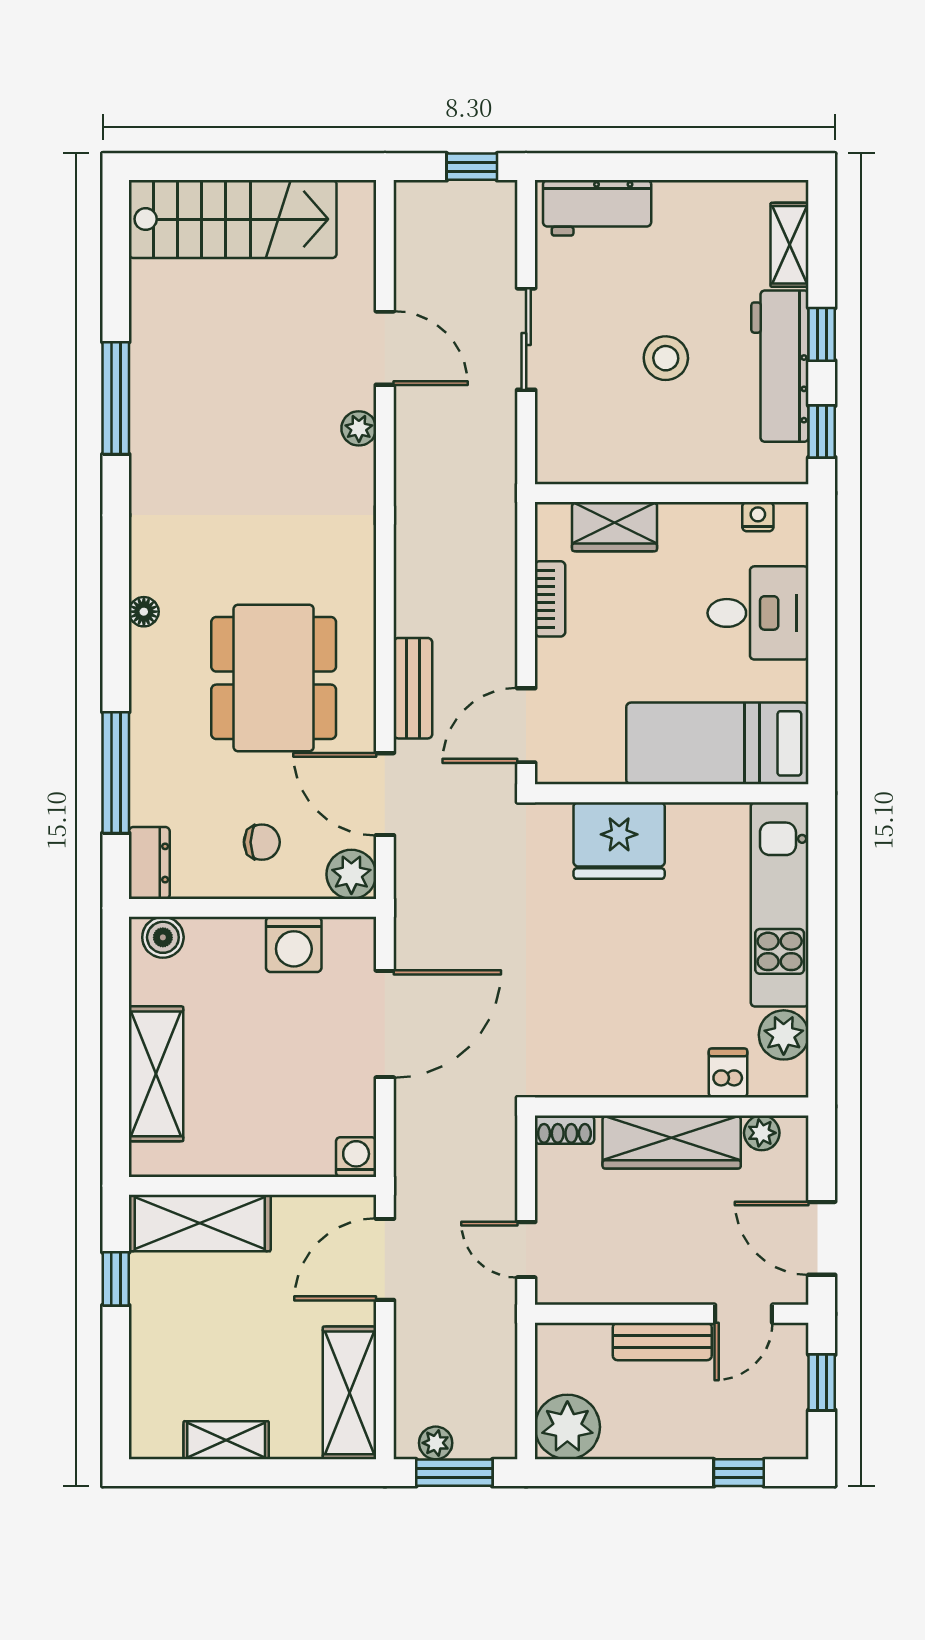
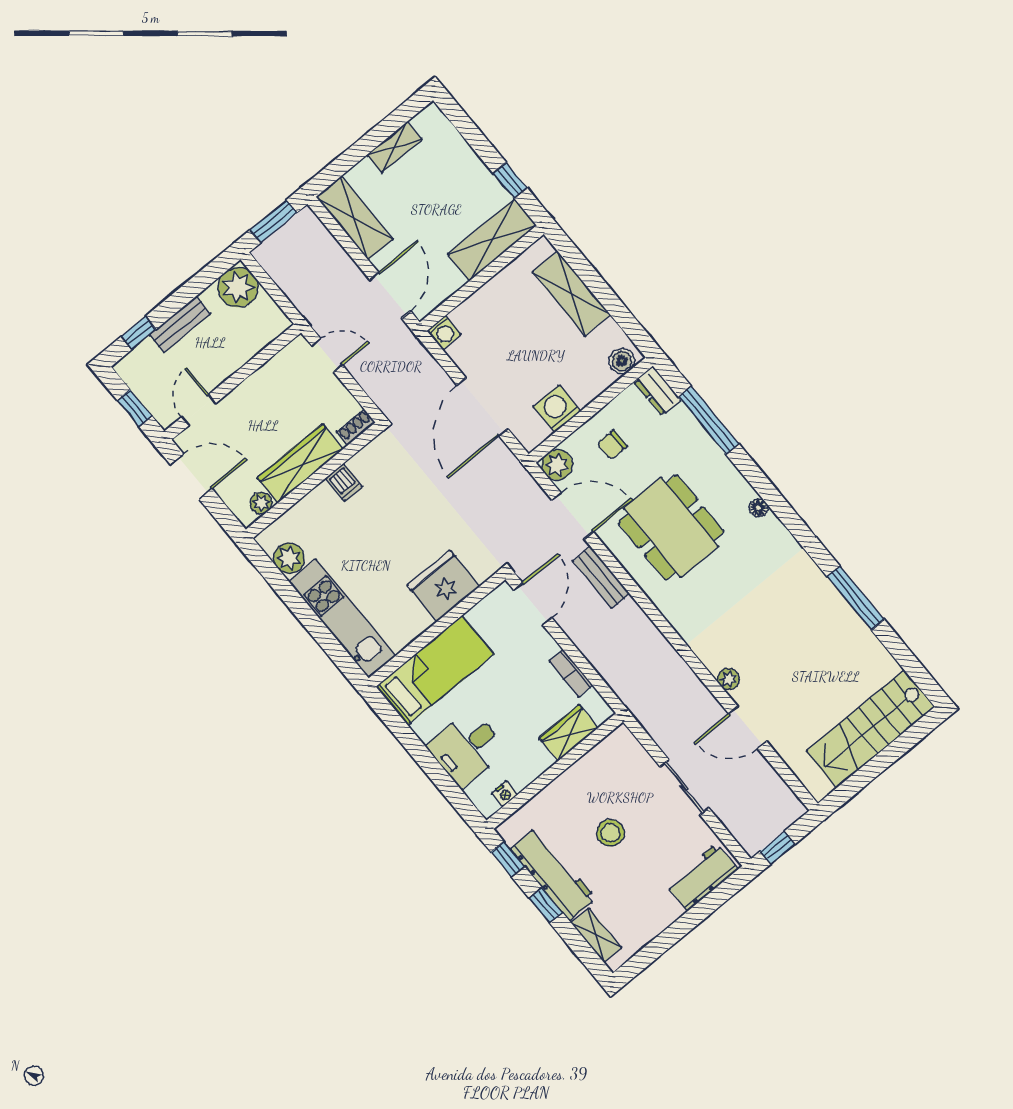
dishwasher: (728, 1073) -> (344, 482), moved
bench: (662, 1341) -> (180, 324), moved
plant: (436, 1443) -> (294, 228), removed

